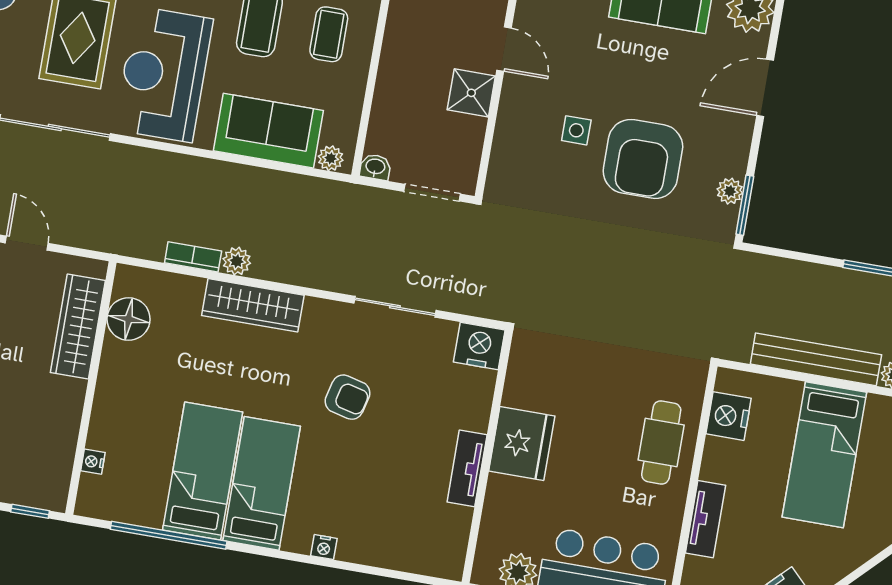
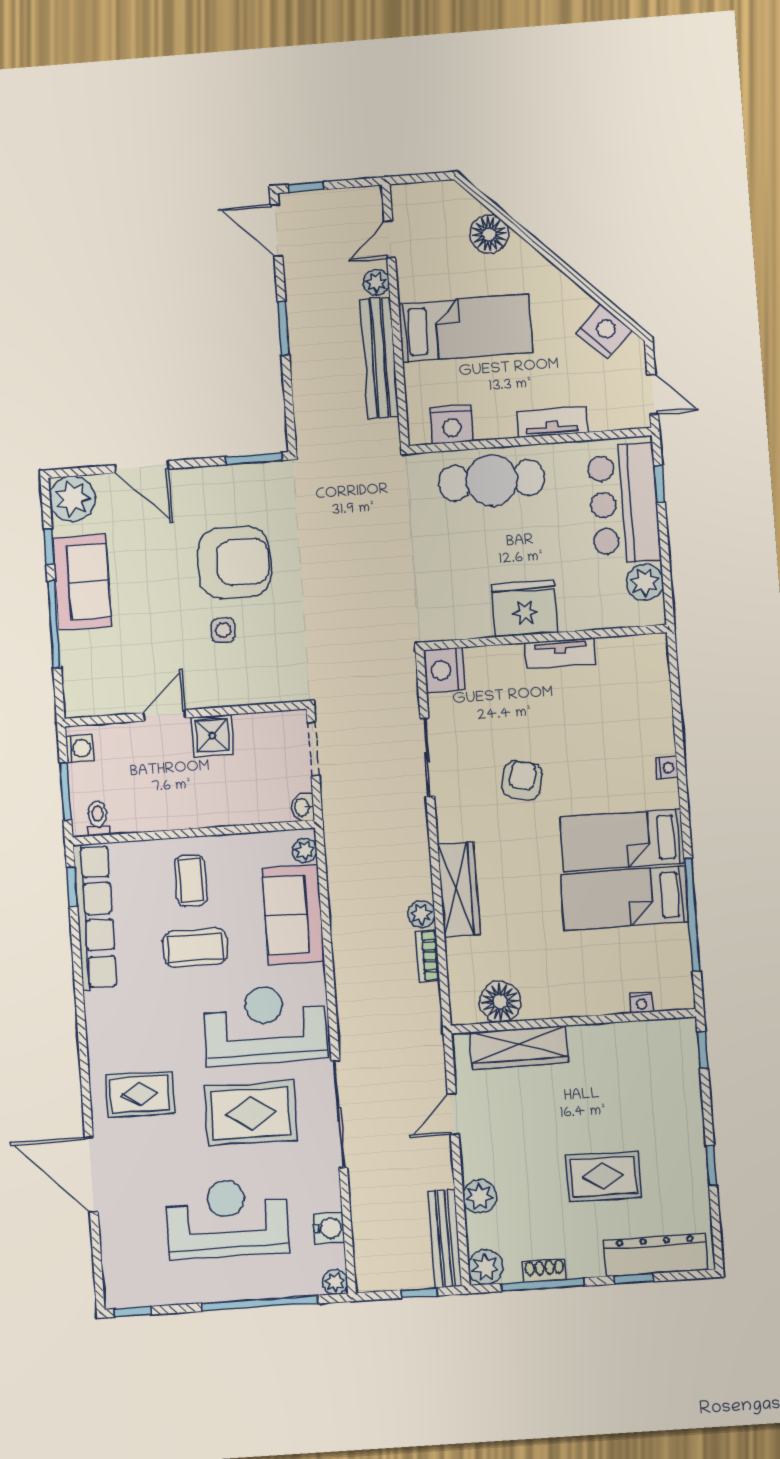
coffee table: (329, 34) -> (191, 881), turned 90
reception desk: (164, 74) -> (265, 1025), turned 180
plant: (730, 191) -> (244, 475), removed
cafe table: (661, 442) -> (492, 480), width x1.37, depth x1.35

